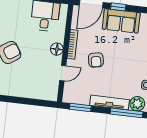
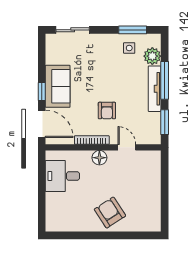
armchair: (96, 60) -> (107, 111), turned 101
window: (127, 113) -> (165, 80), moved

